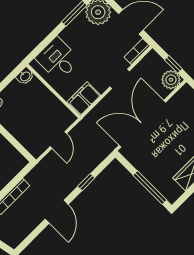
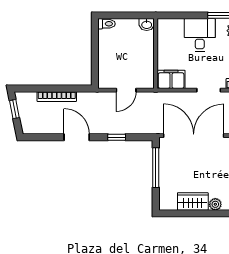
desk: (58, 59) -> (200, 35), moved
window: (150, 188) -> (156, 168), moved
door: (57, 212) -> (77, 137), swing flipped

